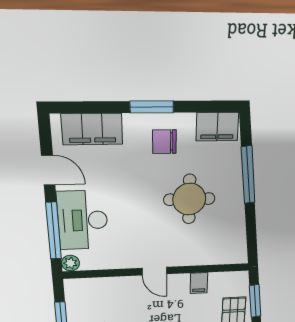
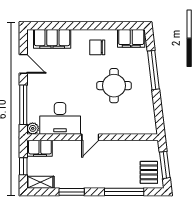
window: (152, 107) -> (89, 26), removed
desk: (83, 220) -> (60, 118), moved, turned -90
door: (154, 271) -> (90, 137), hinge flipped
filing cabinet: (199, 283) -> (40, 148), moved, width x2.00

